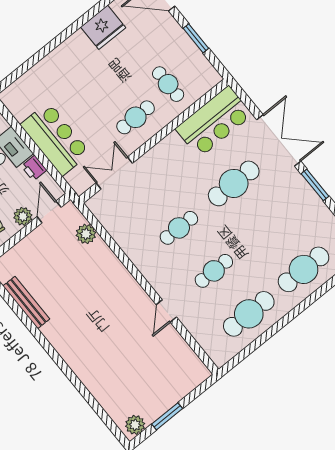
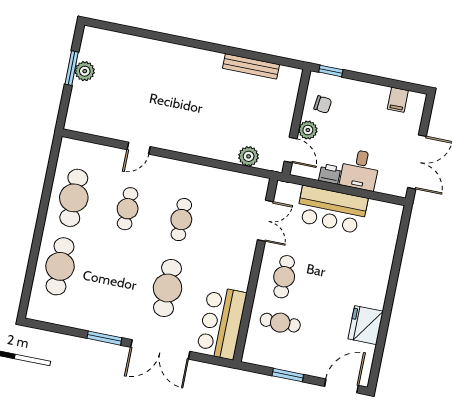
door: (166, 311) -> (139, 148), swing flipped
plant: (135, 425) -> (85, 71), moved

